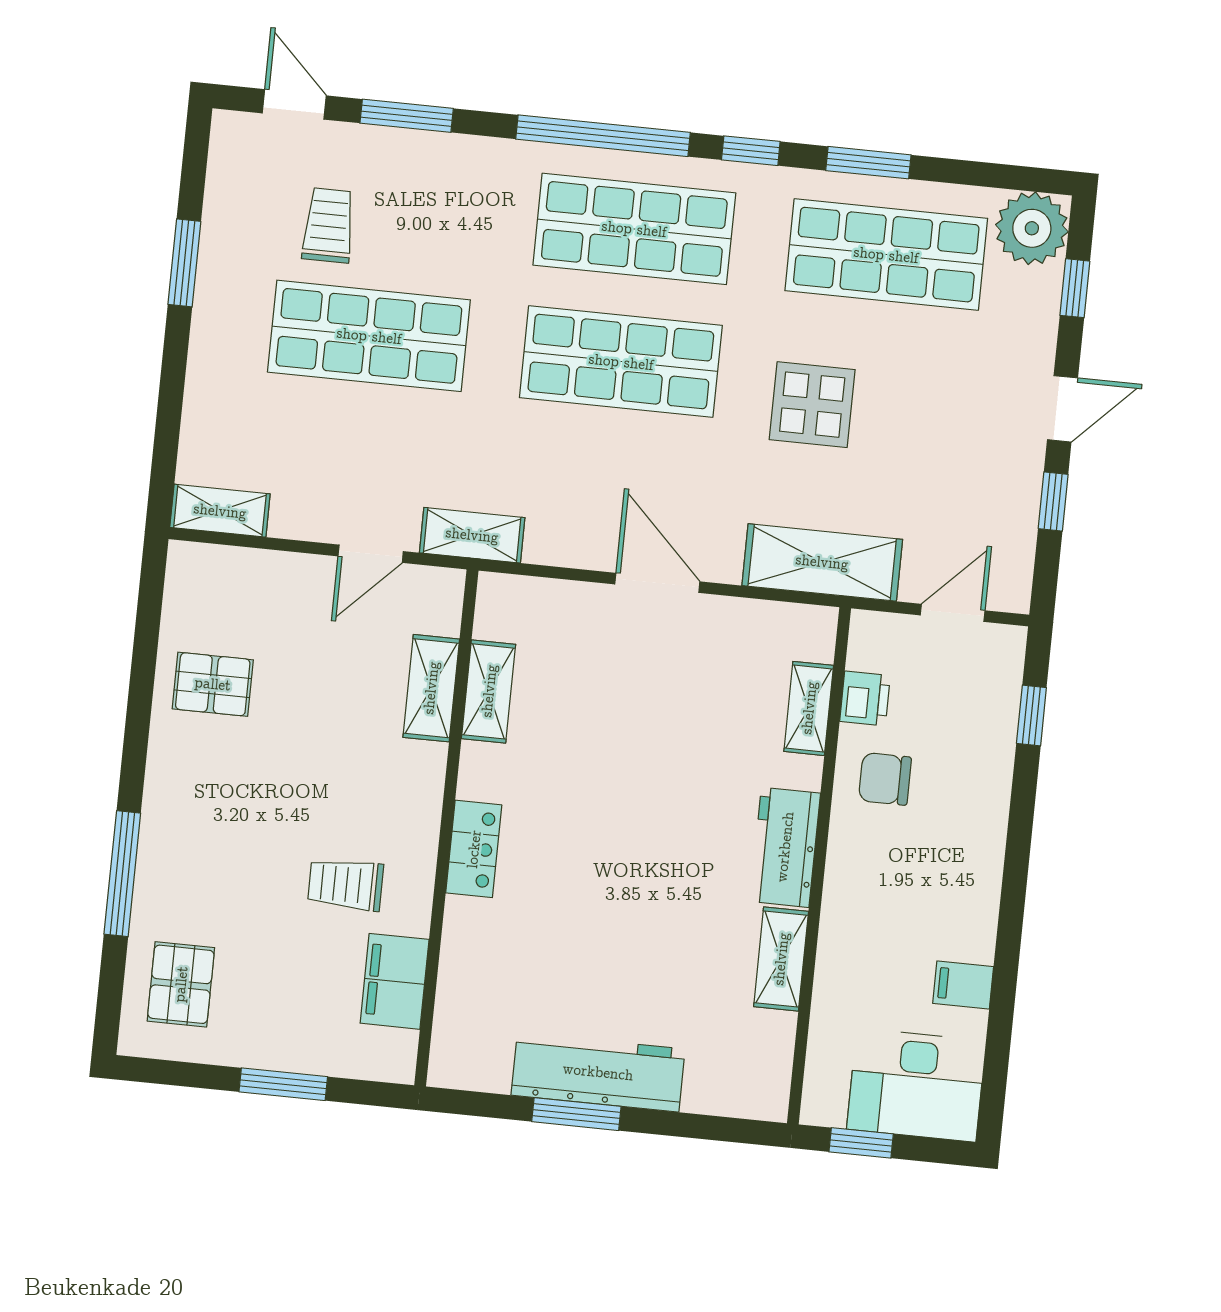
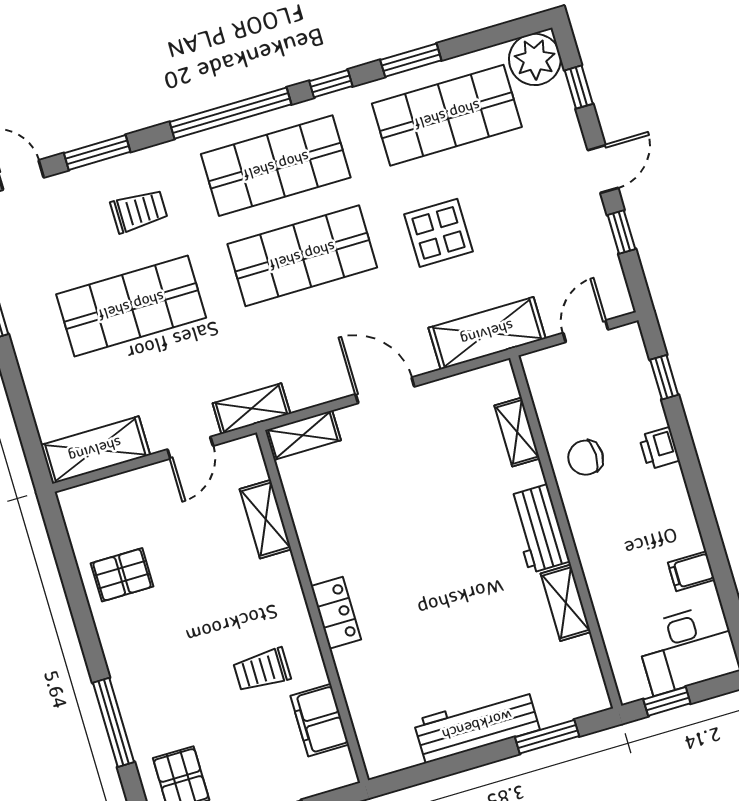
trolley: (329, 225) -> (139, 211), moved, turned 90
shelving: (220, 511) -> (95, 450), width x1.50, depth x1.33
shelving: (489, 691) -> (303, 435), moved, turned 90
printer: (865, 698) -> (659, 448), moved, turned 180
window: (576, 1114) -> (547, 737), moved

